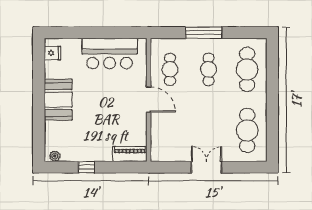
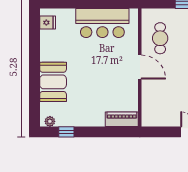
booth: (58, 100) -> (53, 82), moved
window: (87, 167) -> (66, 132), moved

